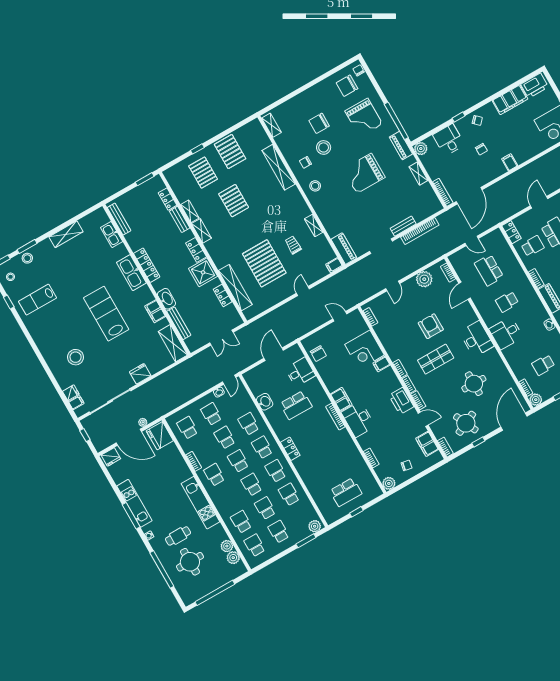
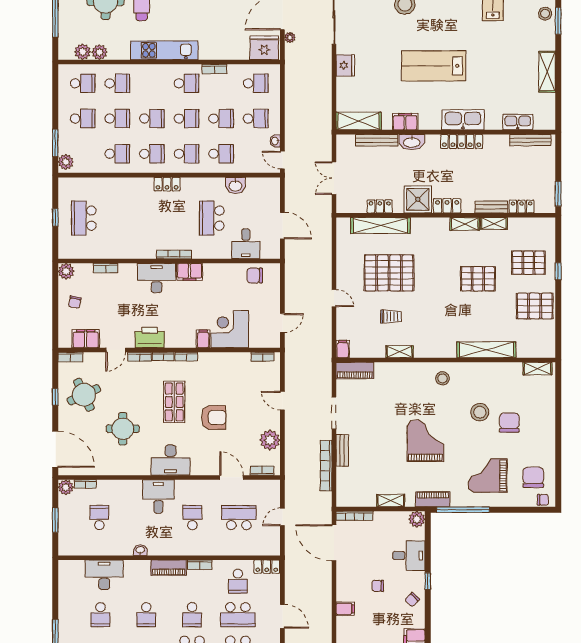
chair: (305, 162) -> (475, 383), removed
lab bench: (106, 314) -> (434, 66), turned 180

